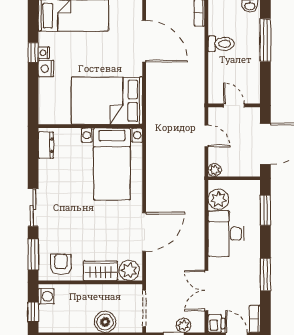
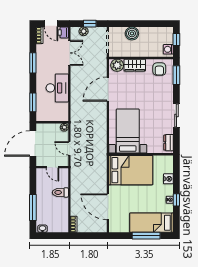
toilet: (221, 44) -> (60, 192), moved
nightstand: (46, 69) -> (168, 179), moved
plant: (218, 199) -> (62, 109), removed
sliding door: (33, 208) -> (176, 115), moved

